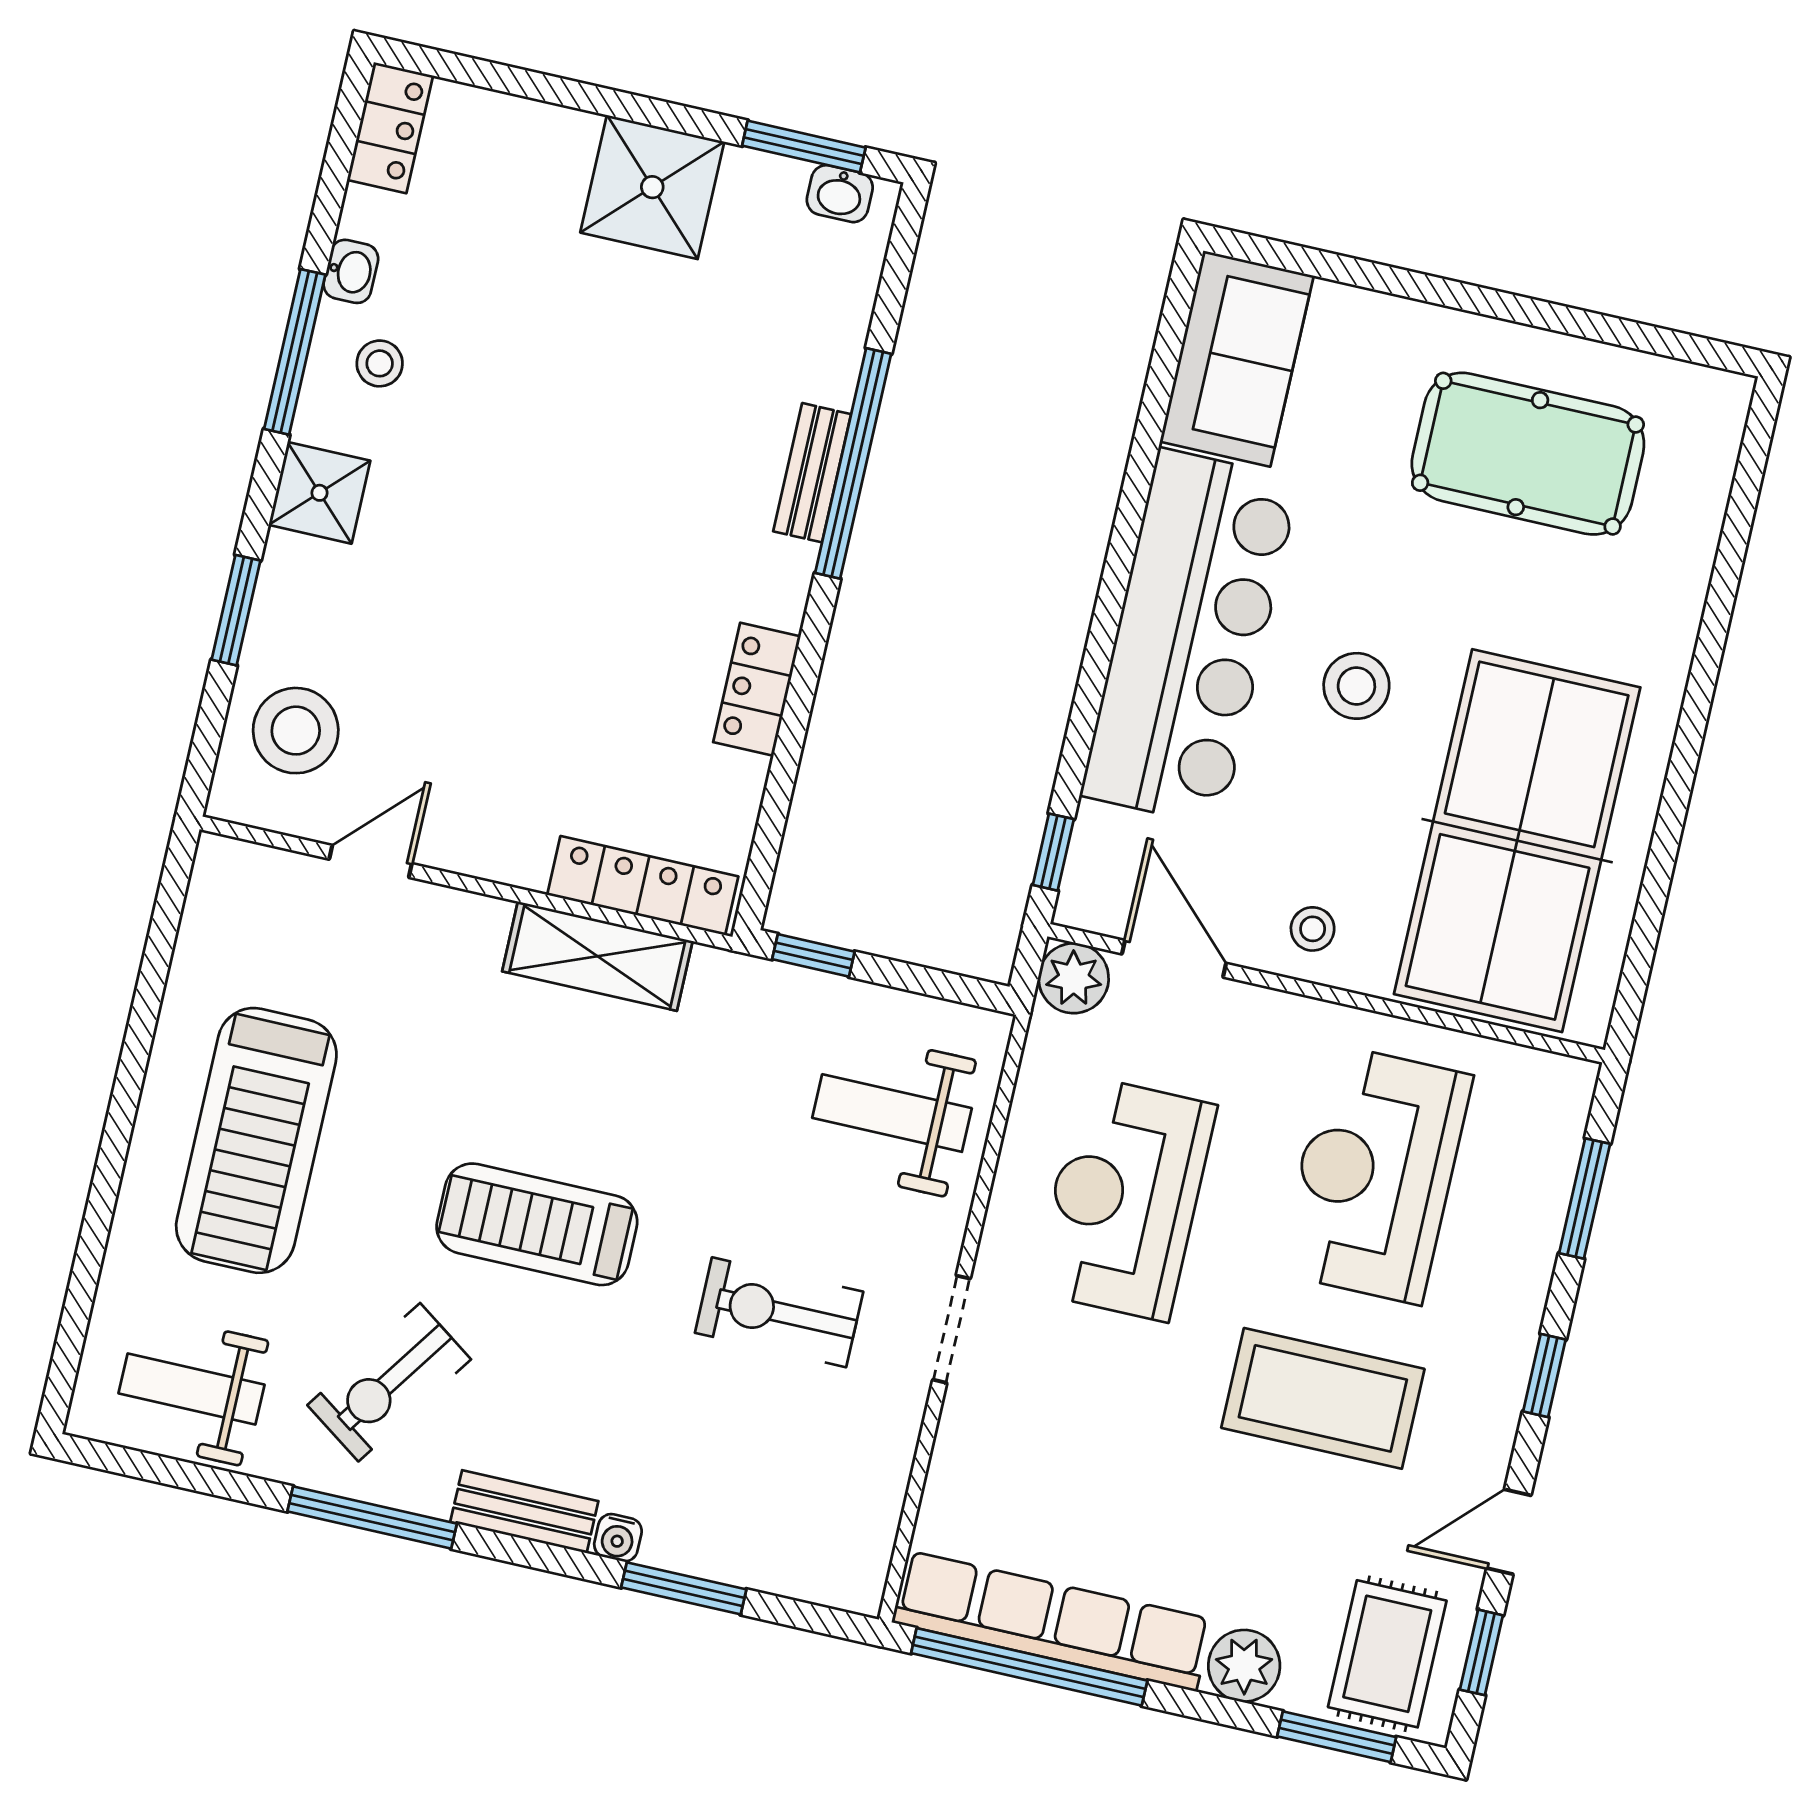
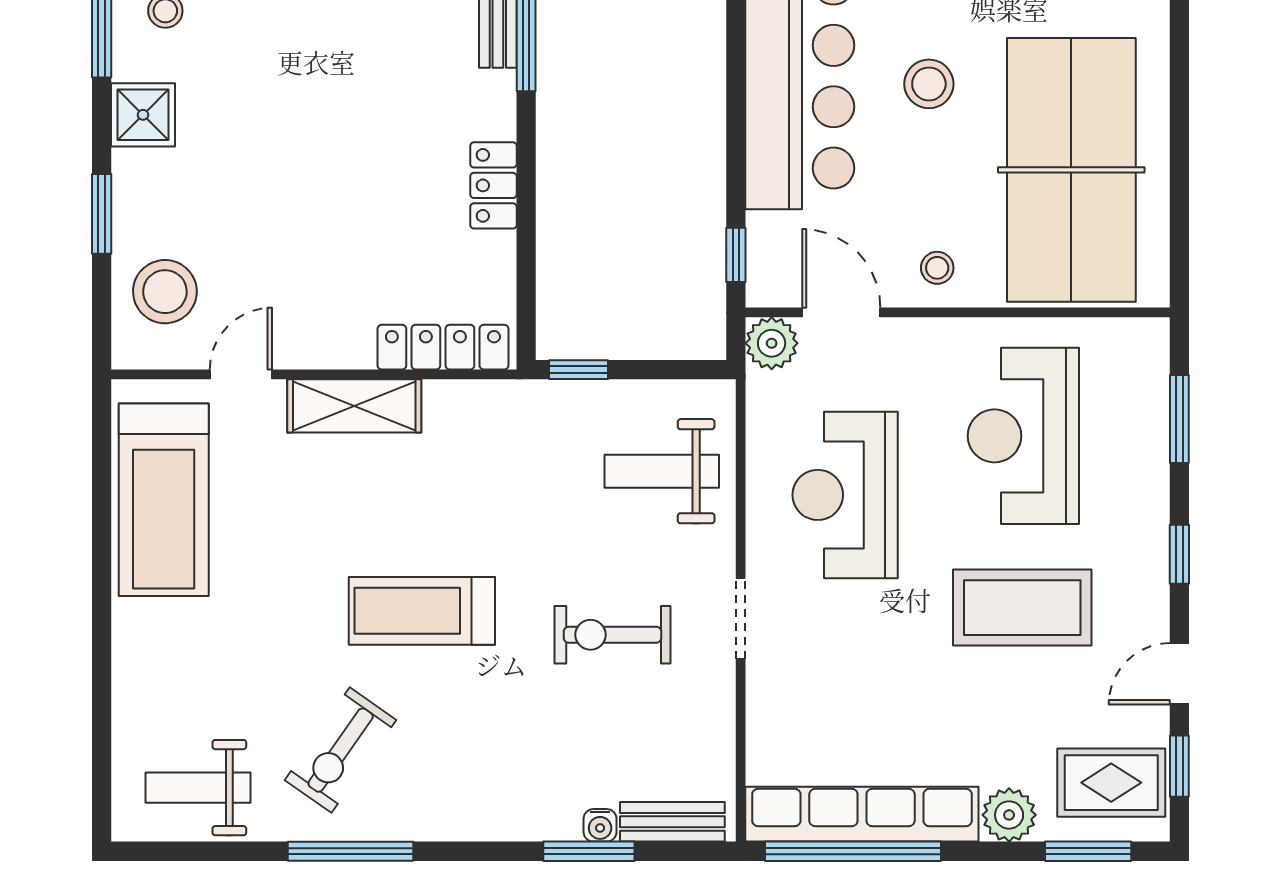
shelving: (597, 956) -> (354, 406), moved
treadmill: (256, 1140) -> (164, 500), moved
bench: (524, 1512) -> (672, 822), moved
water cooler: (618, 1538) -> (600, 825), moved
rug: (1387, 1654) -> (1111, 783), turned 90

